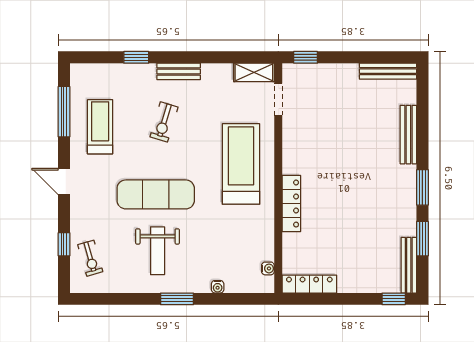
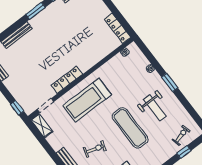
locker: (291, 204) -> (67, 80), moved
weight bench: (158, 251) -> (155, 108), turned 90

